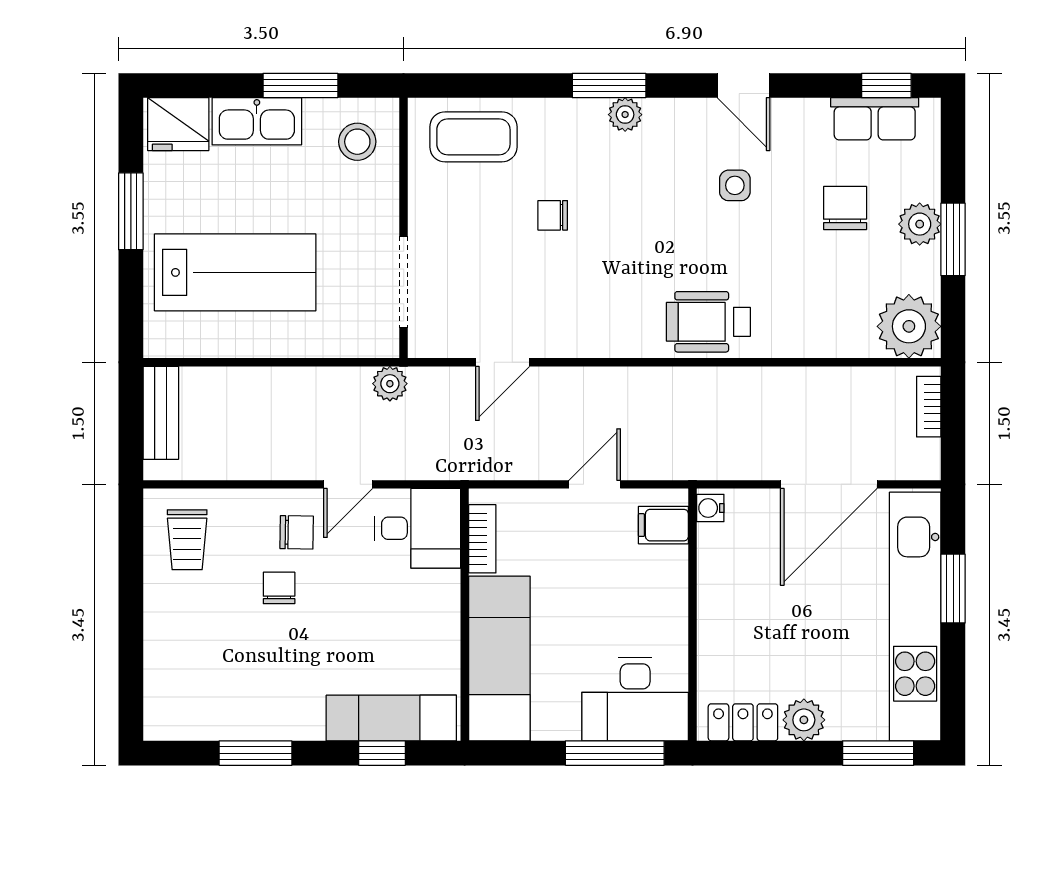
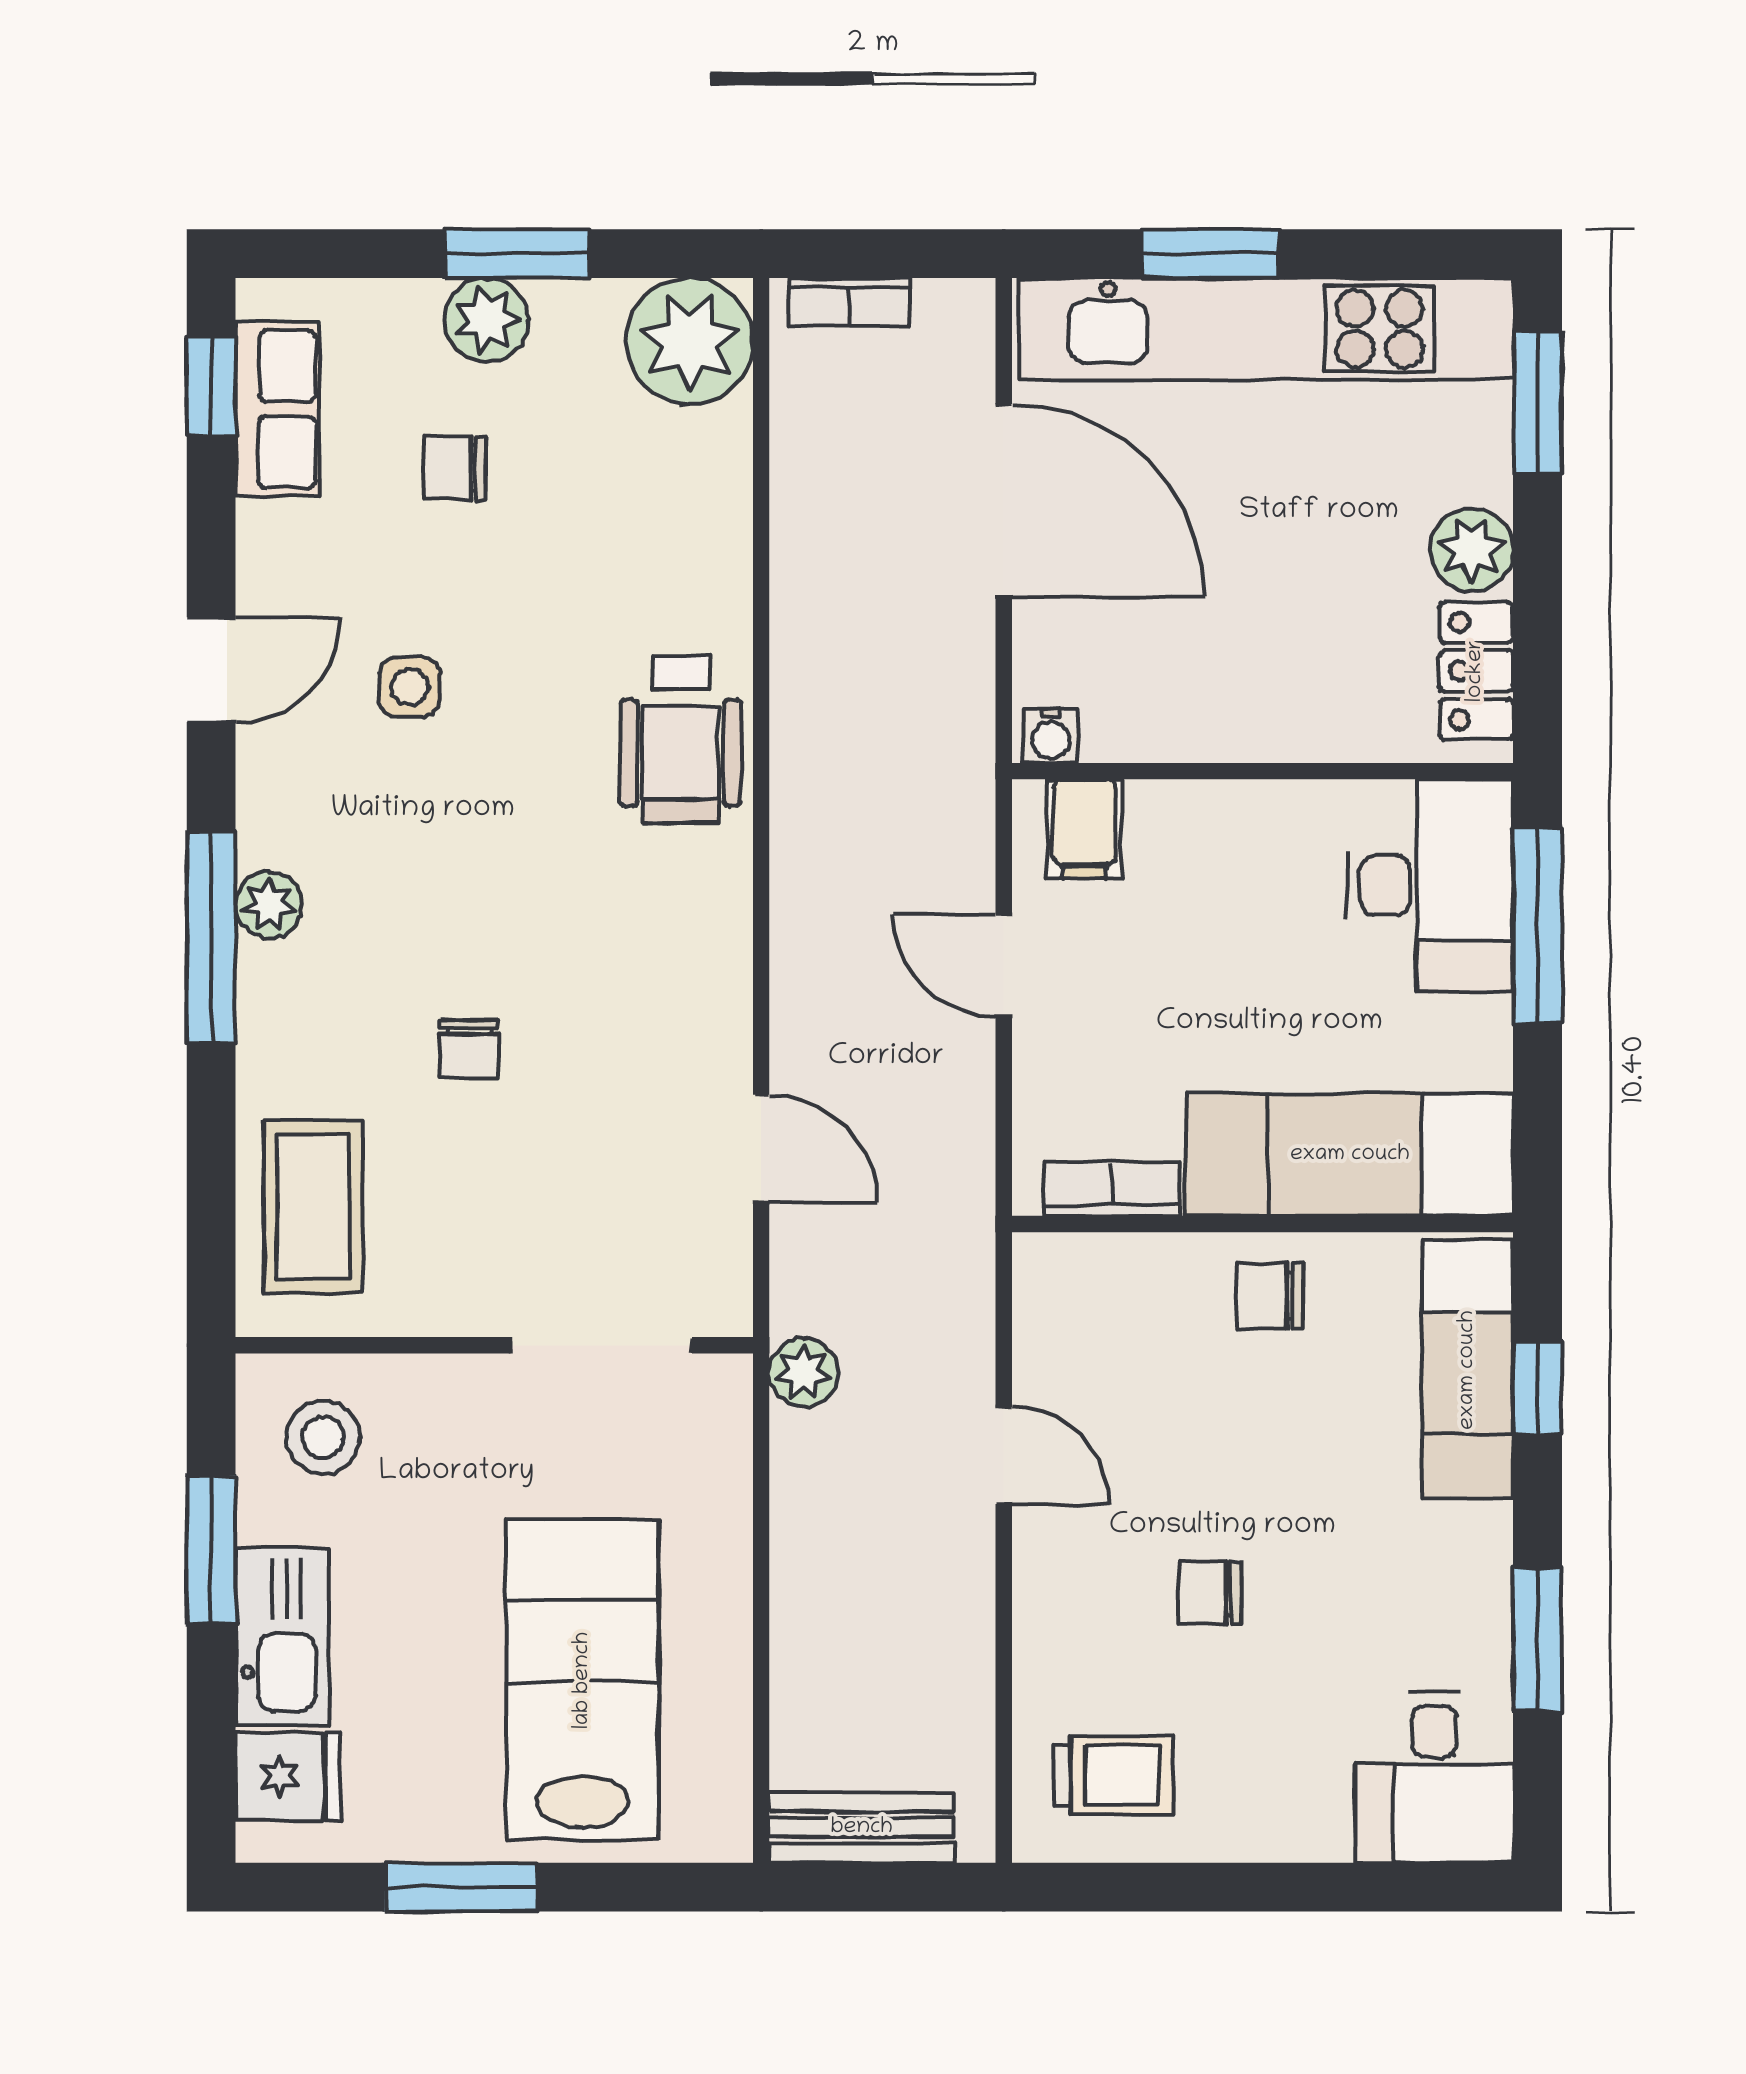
window: (609, 86) -> (211, 937), width x1.44
fridge: (178, 124) -> (288, 1776), width x0.72
chair: (845, 208) -> (455, 468), width x0.73, depth x0.73
desk: (418, 528) -> (1434, 1778), moved, turned 180
chair: (297, 532) -> (1270, 1296), moved, turned -91

